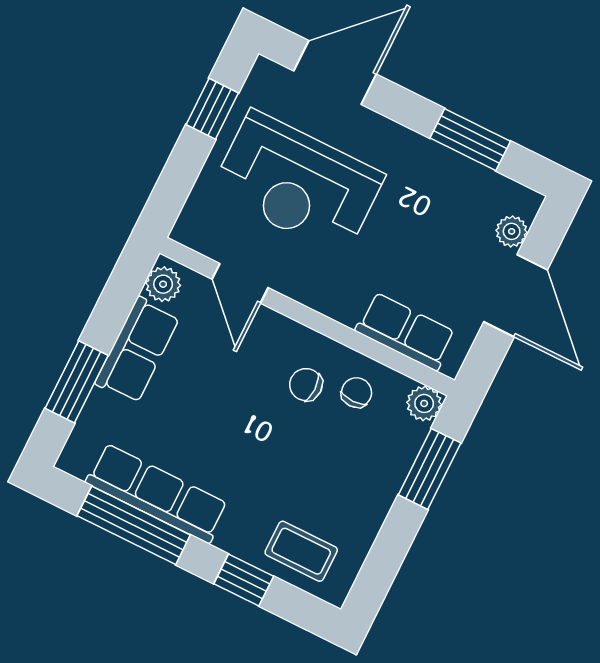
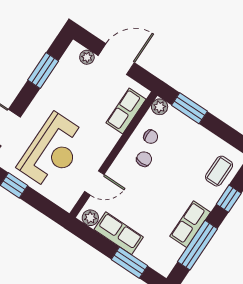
chair: (306, 385) -> (144, 159), turned 180
chair: (357, 393) -> (151, 137), turned 180
row of seats: (157, 493) -> (190, 224), width x0.68

